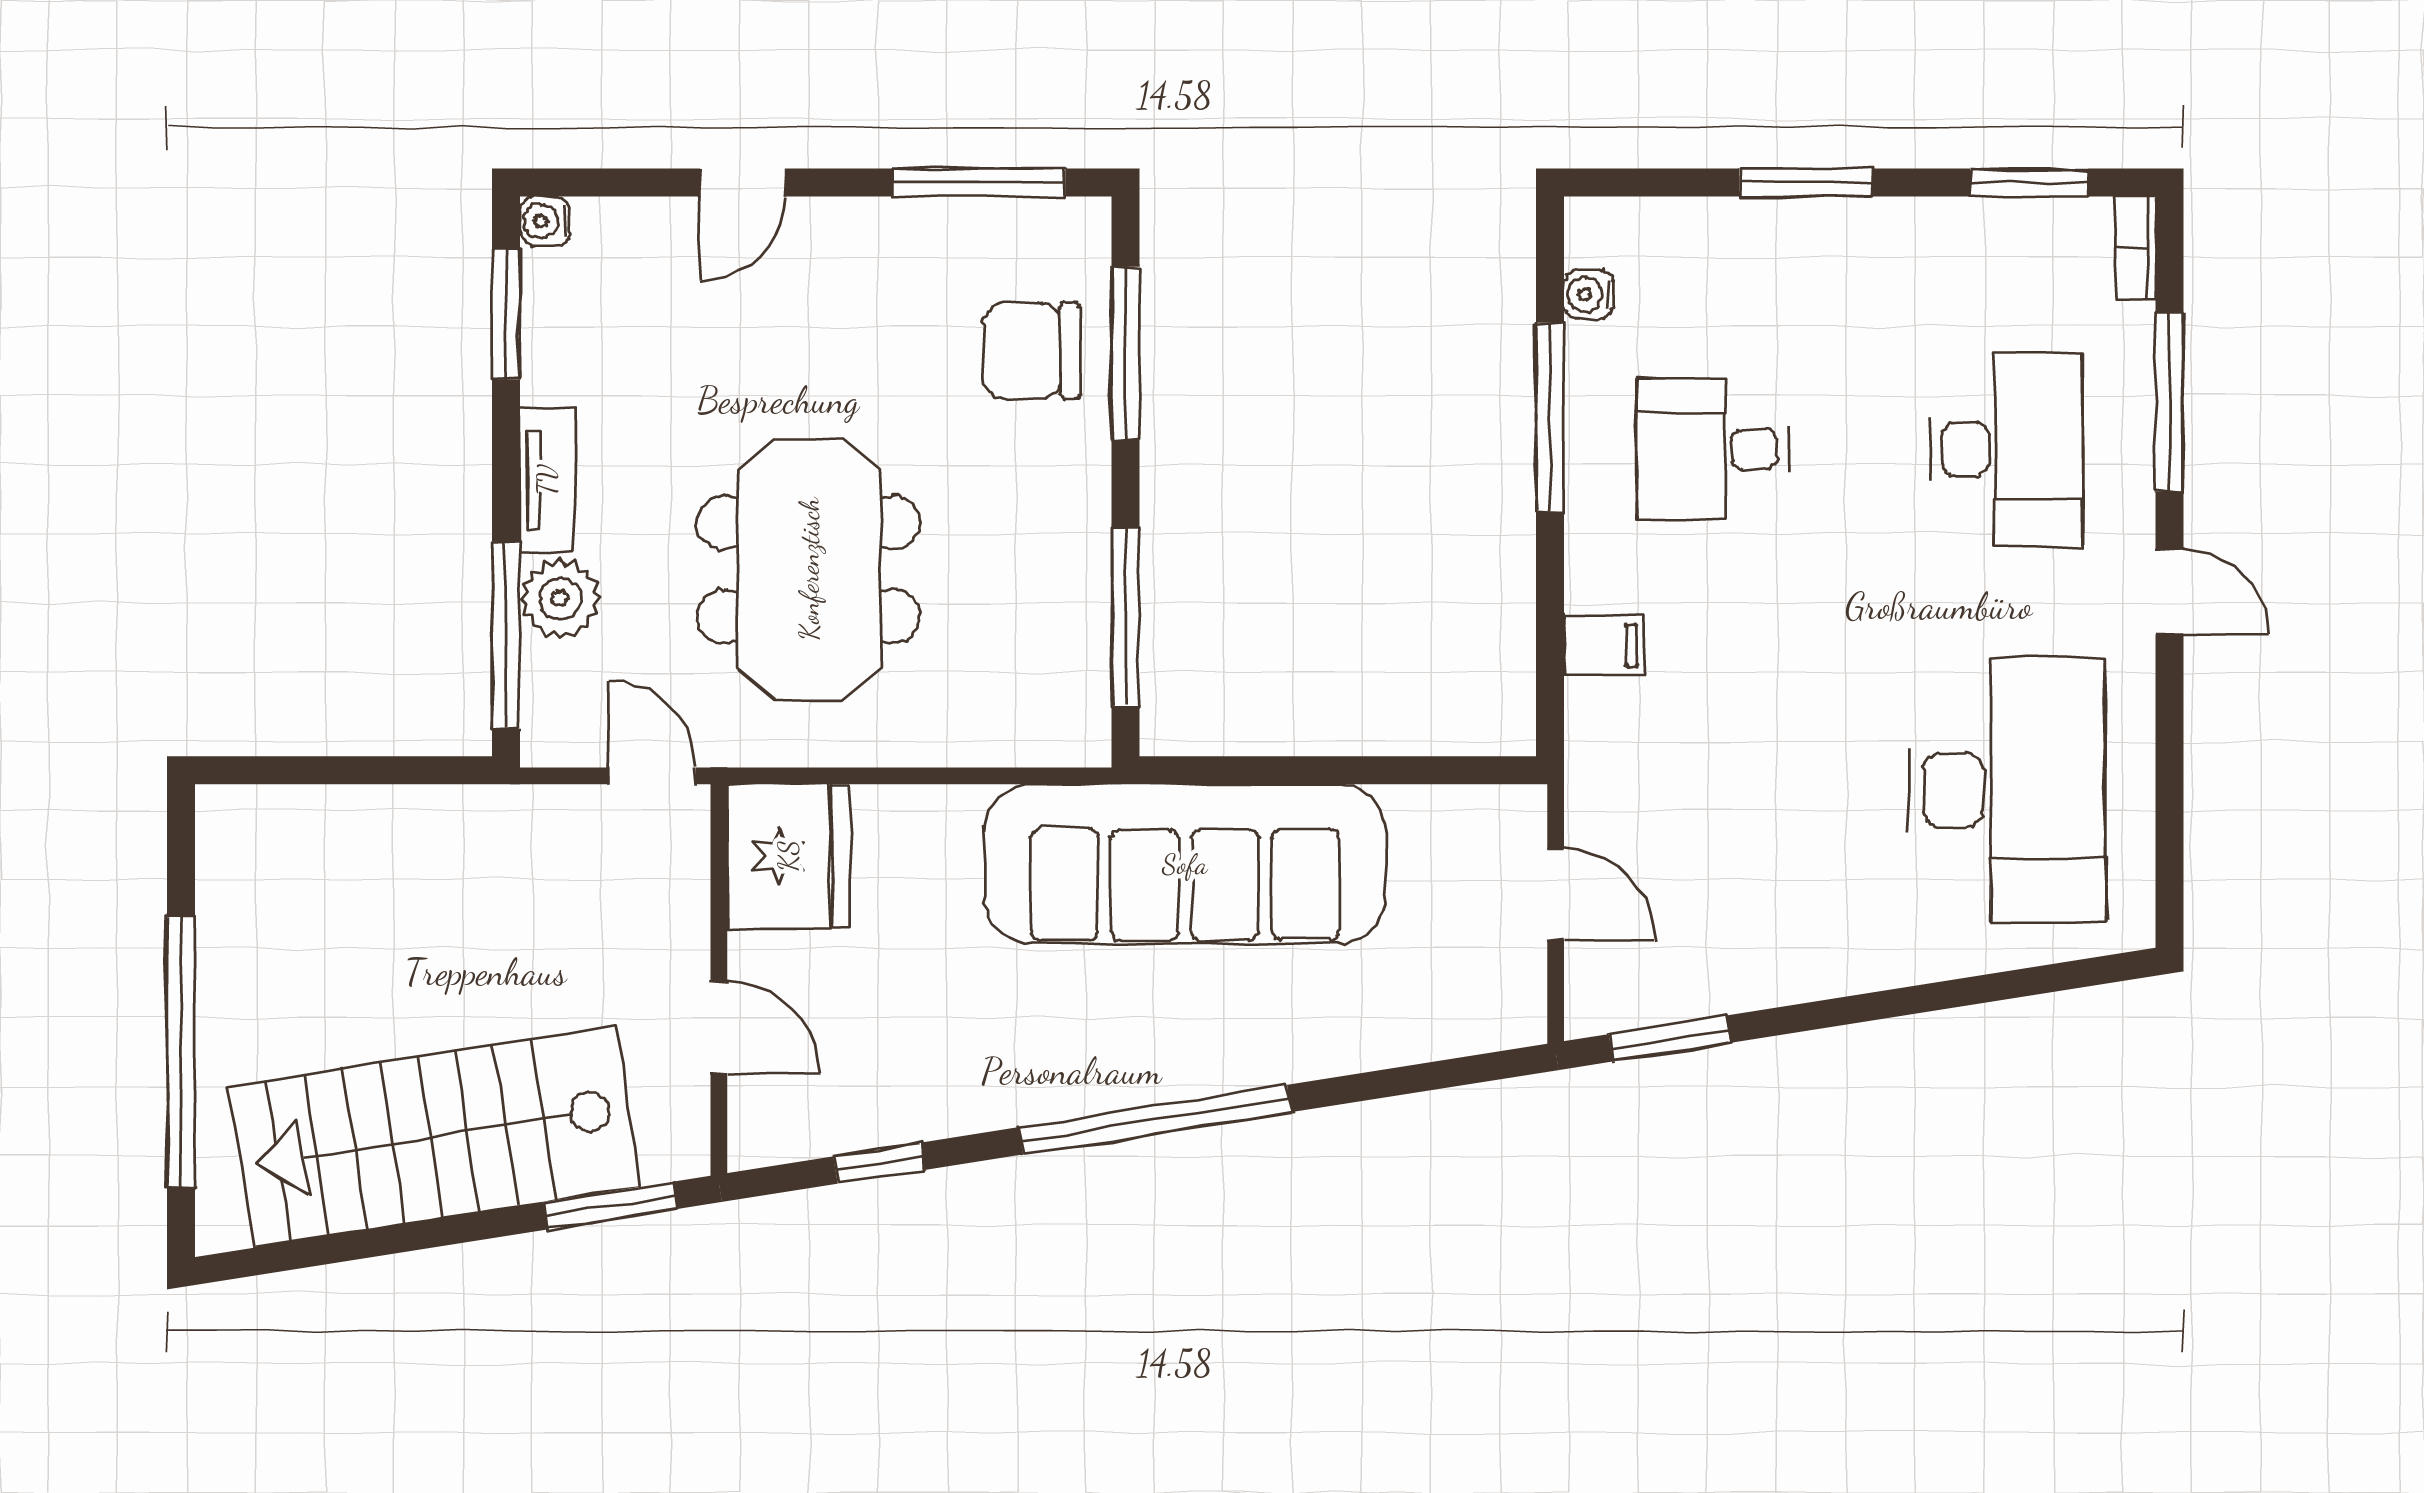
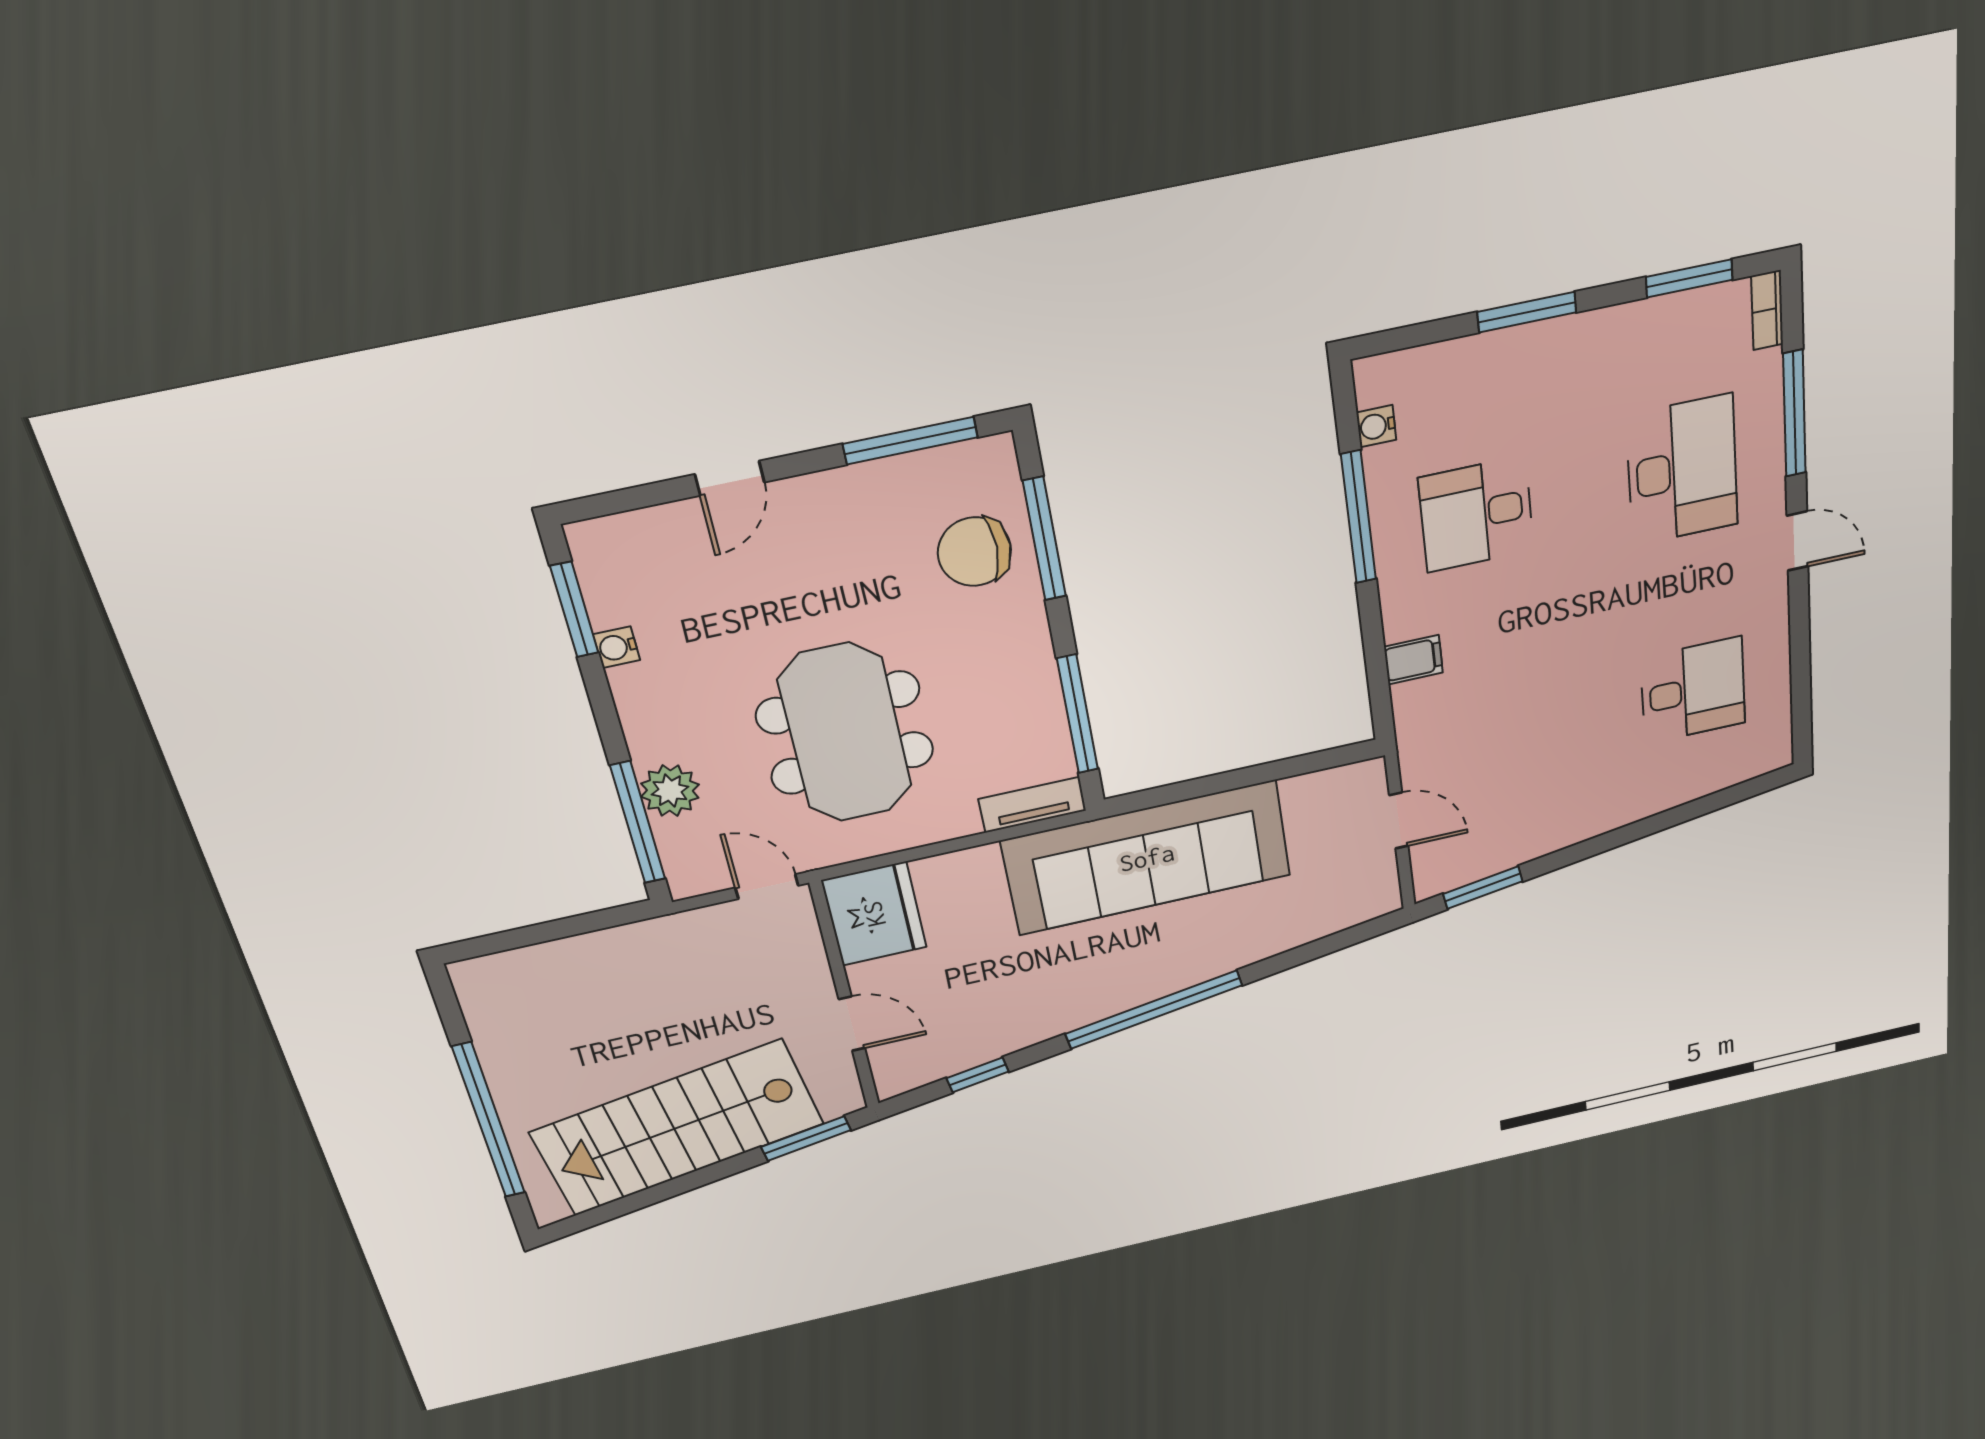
water cooler: (545, 221) -> (617, 647), moved
tv unit: (547, 480) -> (1032, 805), moved, turned -90
desk: (2007, 790) -> (1693, 690), width x0.53, depth x0.77

